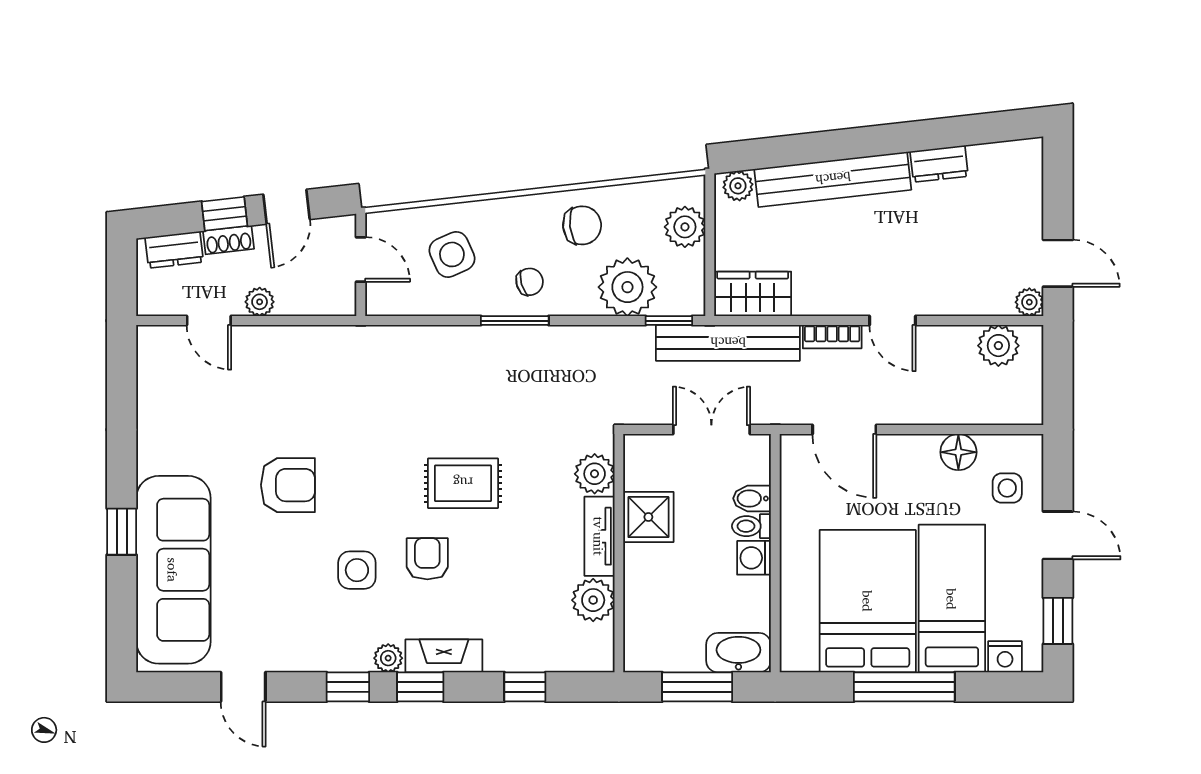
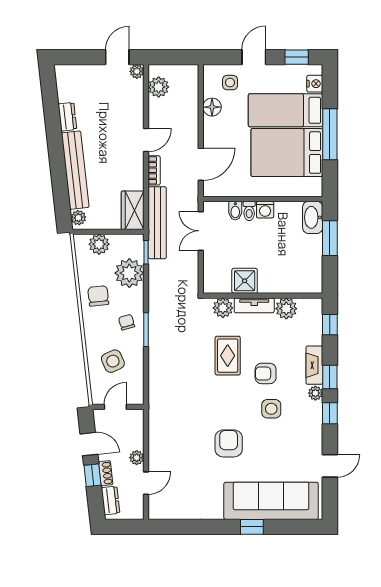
plant: (595, 474) -> (223, 308), moved
shower: (648, 517) -> (245, 281), moved
tv unit: (599, 536) -> (254, 305), moved
wall: (619, 553) -> (263, 296), moved
plant: (593, 600) -> (286, 309), moved

